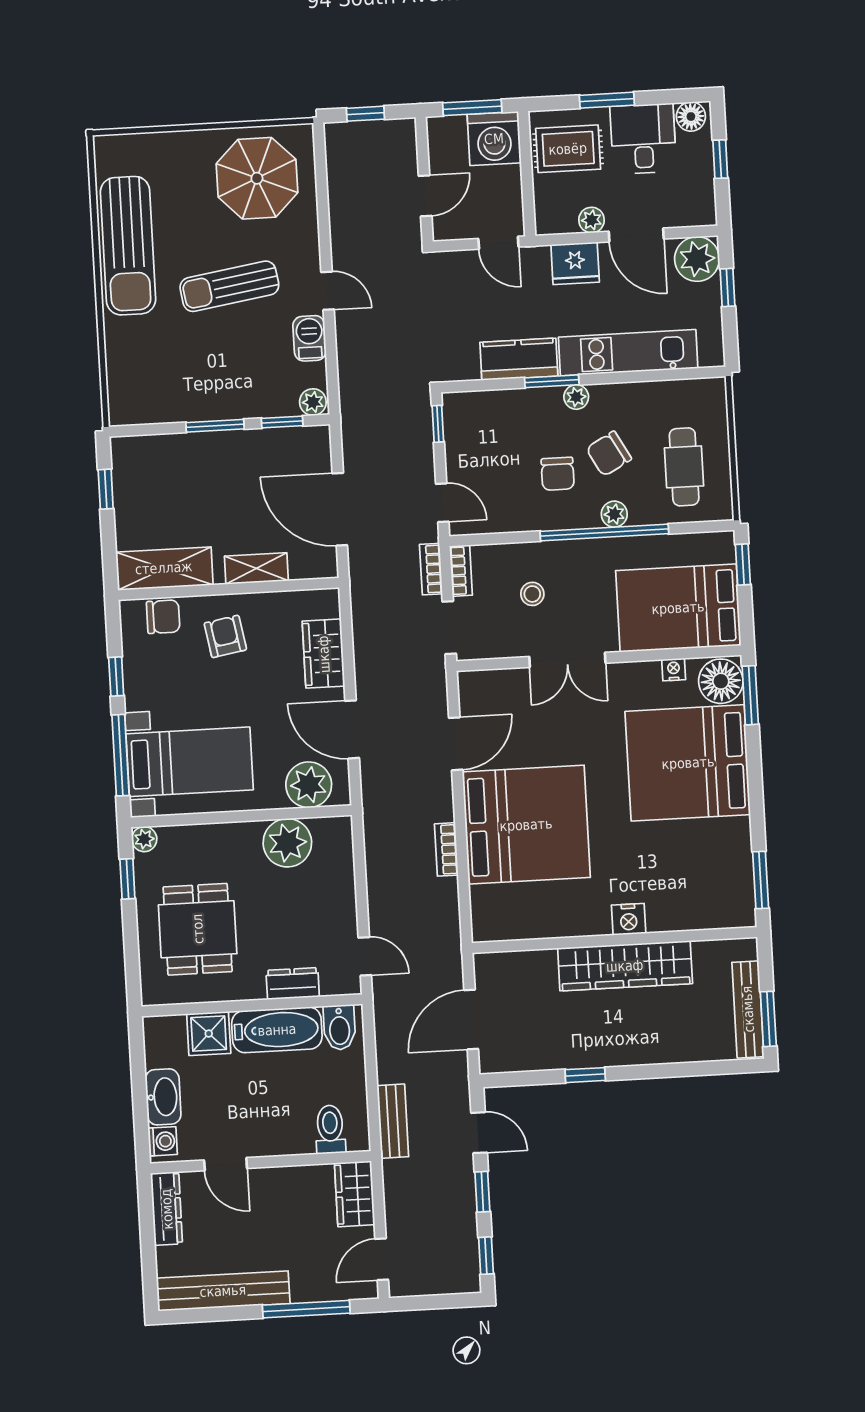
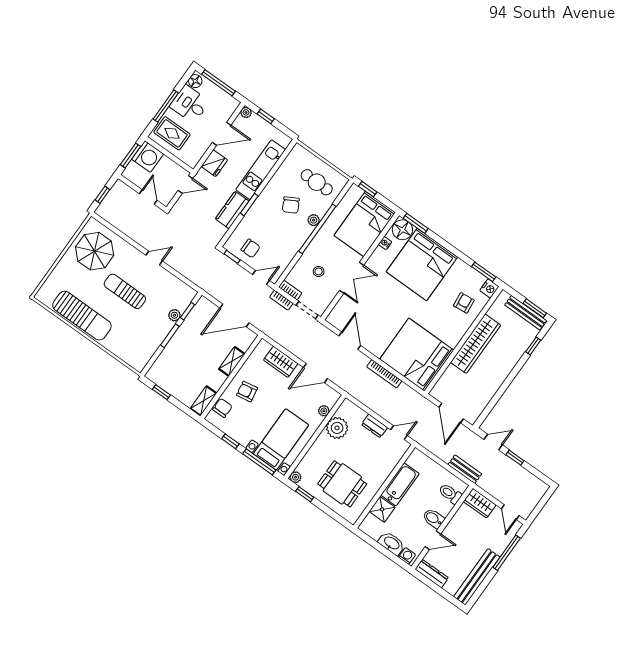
window: (607, 100) -> (166, 106), width x1.44
rug: (568, 149) -> (172, 133), turned 90
window: (720, 159) -> (219, 83), width x2.17
plant: (591, 220) -> (204, 145), removed
plant: (697, 259) -> (246, 112), width x0.53, depth x0.53
sun lounger: (229, 286) -> (125, 291), turned 99
barbecue: (310, 338) -> (166, 278), removed
plant: (576, 397) -> (262, 200), removed
plant: (313, 402) -> (174, 315), moved
chair: (558, 474) -> (251, 248), moved
shelving: (164, 568) -> (203, 401), width x0.67, depth x0.75
plant: (309, 785) -> (324, 411), width x0.53, depth x0.53
bed: (526, 825) -> (417, 355), moved, turned -90
bookcase: (446, 849) -> (384, 374), width x1.56
armchair: (679, 889) -> (464, 303), added
nightstand: (629, 919) -> (489, 289), moved
dresser: (293, 984) -> (374, 426), moved, turned -90
bidet: (339, 1027) -> (433, 518), moved, turned 180
window: (585, 1075) -> (533, 346), moved
window: (486, 1256) -> (538, 474), removed

